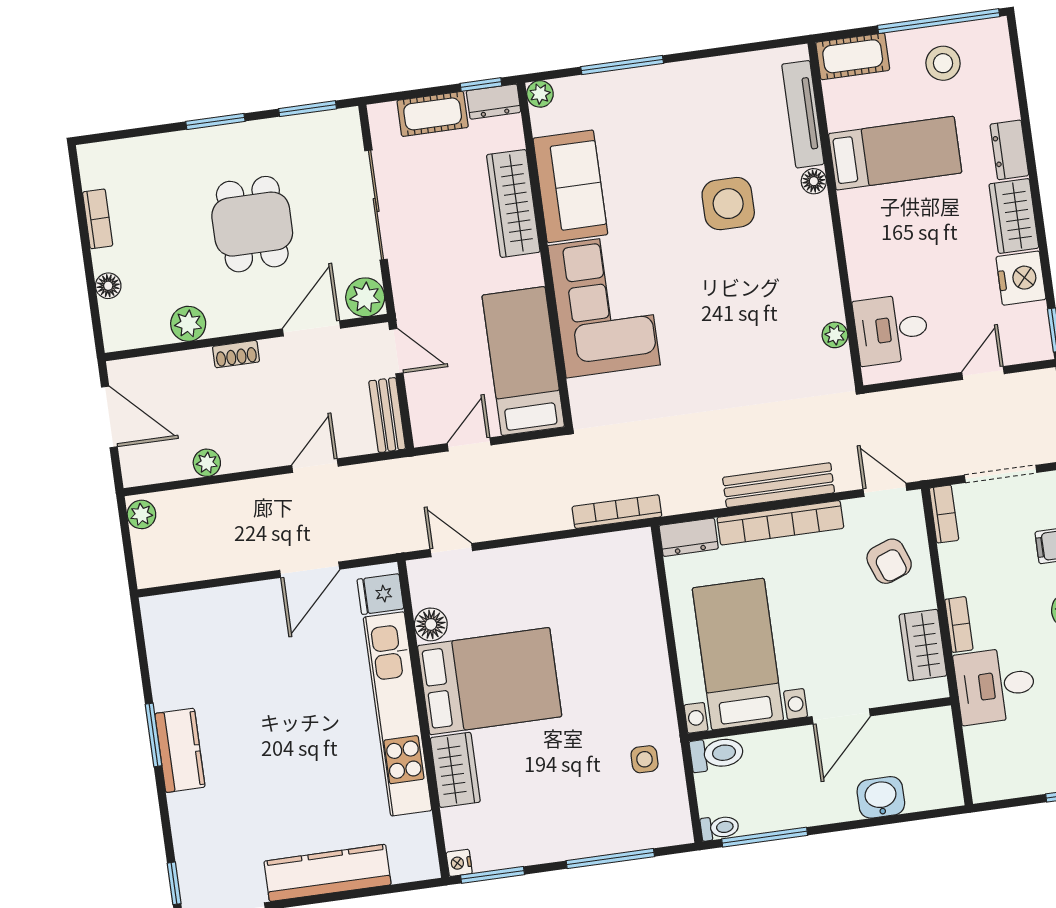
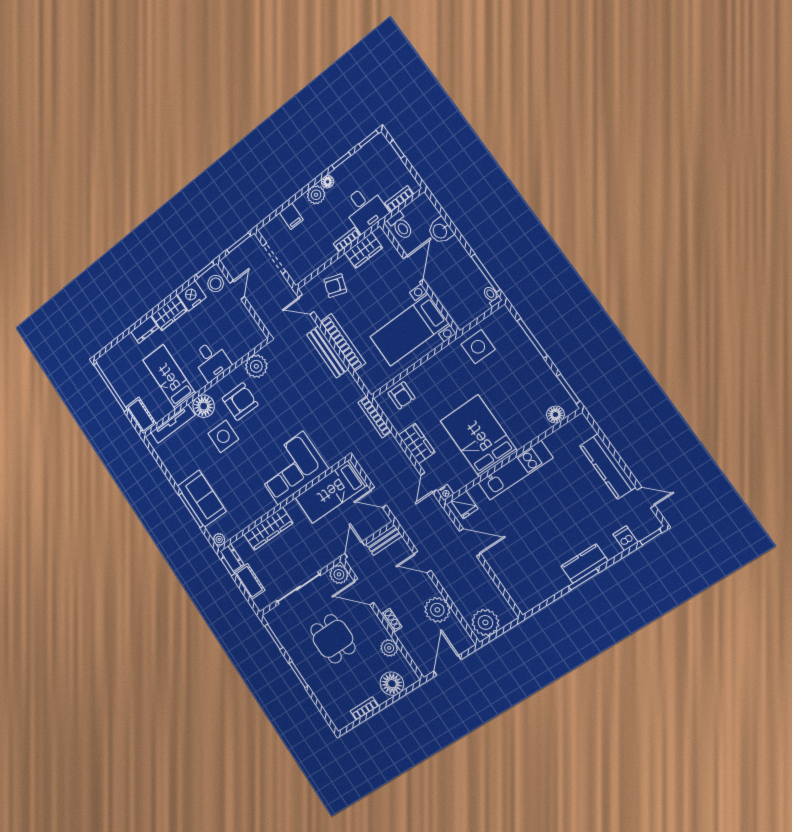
stool: (943, 63) -> (216, 284), moved
floor lamp: (814, 181) -> (204, 406), width x1.89, depth x1.89
sofa: (570, 186) -> (202, 499), moved, turned 90
dining table: (252, 224) -> (333, 639), turned 90
armchair: (776, 271) -> (240, 402), added
floor lamp: (108, 286) -> (392, 684), width x1.89, depth x1.89
desk: (891, 329) -> (211, 360), moved
plant: (835, 335) -> (256, 366), width x1.88, depth x1.88
door: (983, 373) -> (237, 290), swing flipped
plant: (207, 463) -> (437, 610), width x1.88, depth x1.88
door: (885, 490) -> (306, 304), hinge flipped
plant: (141, 514) -> (485, 622), width x1.88, depth x1.88
bookcase: (944, 514) -> (399, 199), moved
dresser: (689, 537) -> (369, 379), removed
armchair: (889, 561) -> (335, 286), turned -141
armchair: (630, 581) -> (401, 395), added
floor lamp: (431, 624) -> (555, 415), moved
kitchen unit: (398, 714) -> (515, 470), width x0.73
door: (841, 716) -> (413, 269), hinge flipped
toilet: (717, 754) -> (401, 226), moved, turned 180
side table: (645, 759) -> (478, 347), width x1.87, depth x1.87
wardrobe: (455, 770) -> (417, 444), moved, turned 90
dishwasher: (192, 841) -> (625, 538), added
nightstand: (459, 863) -> (445, 493), moved

